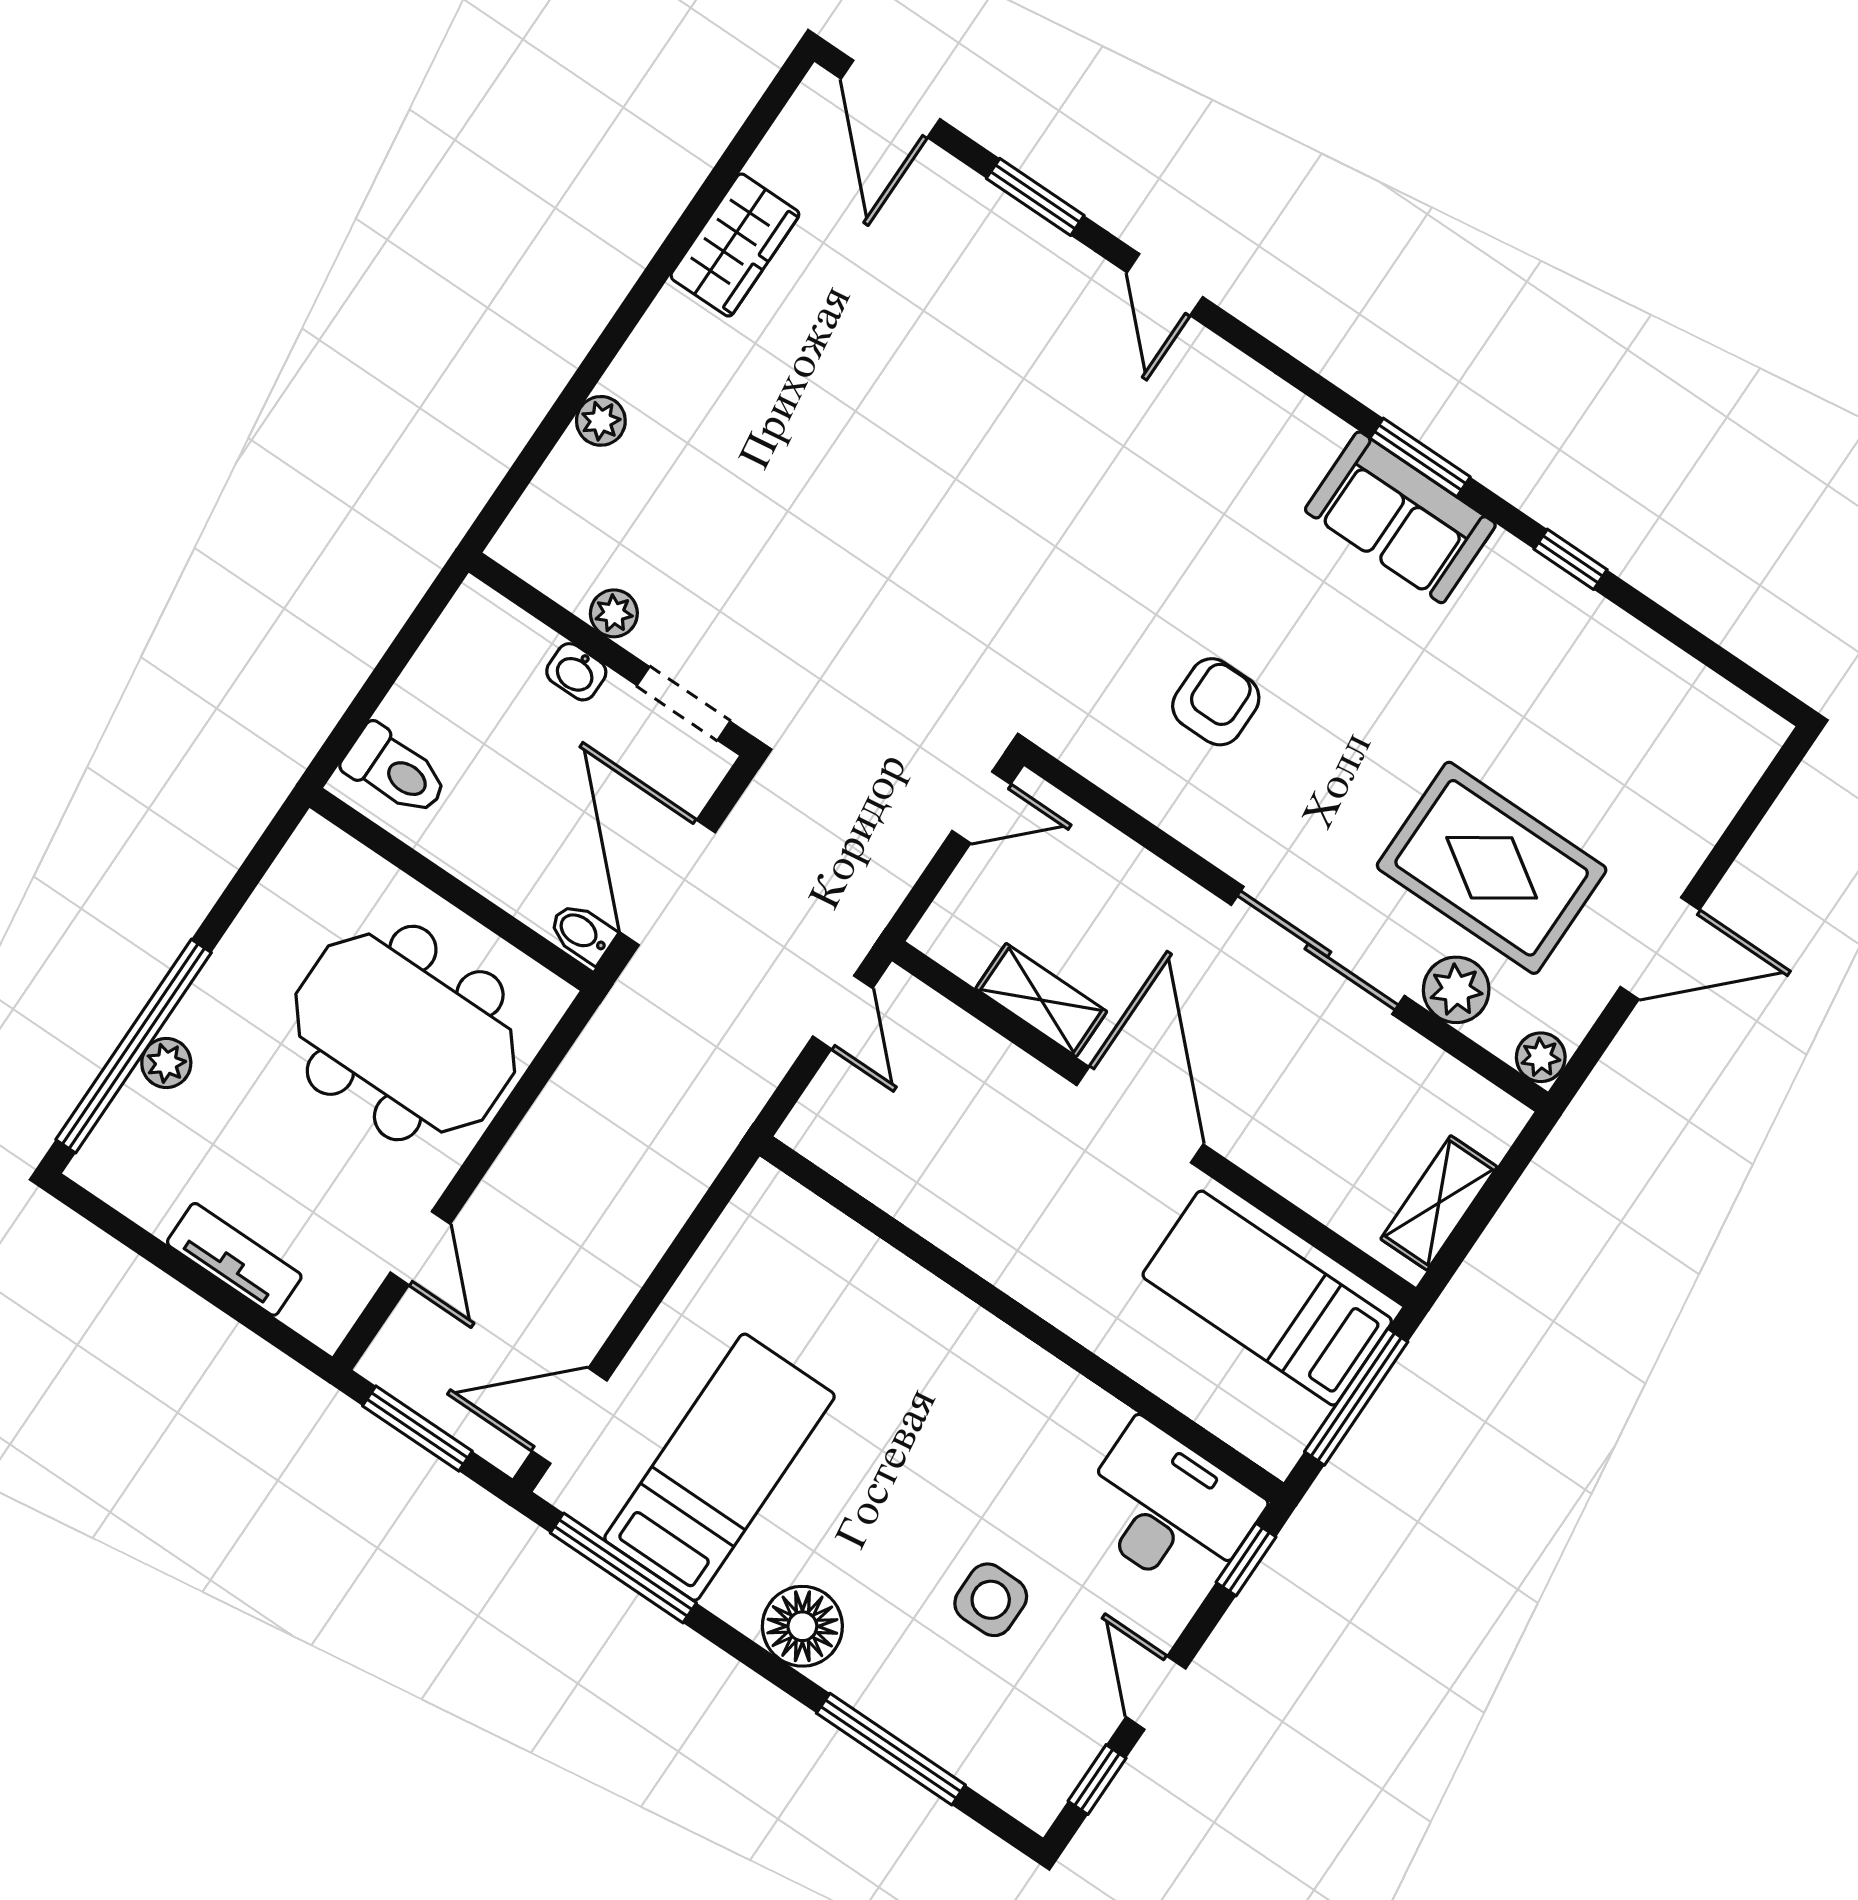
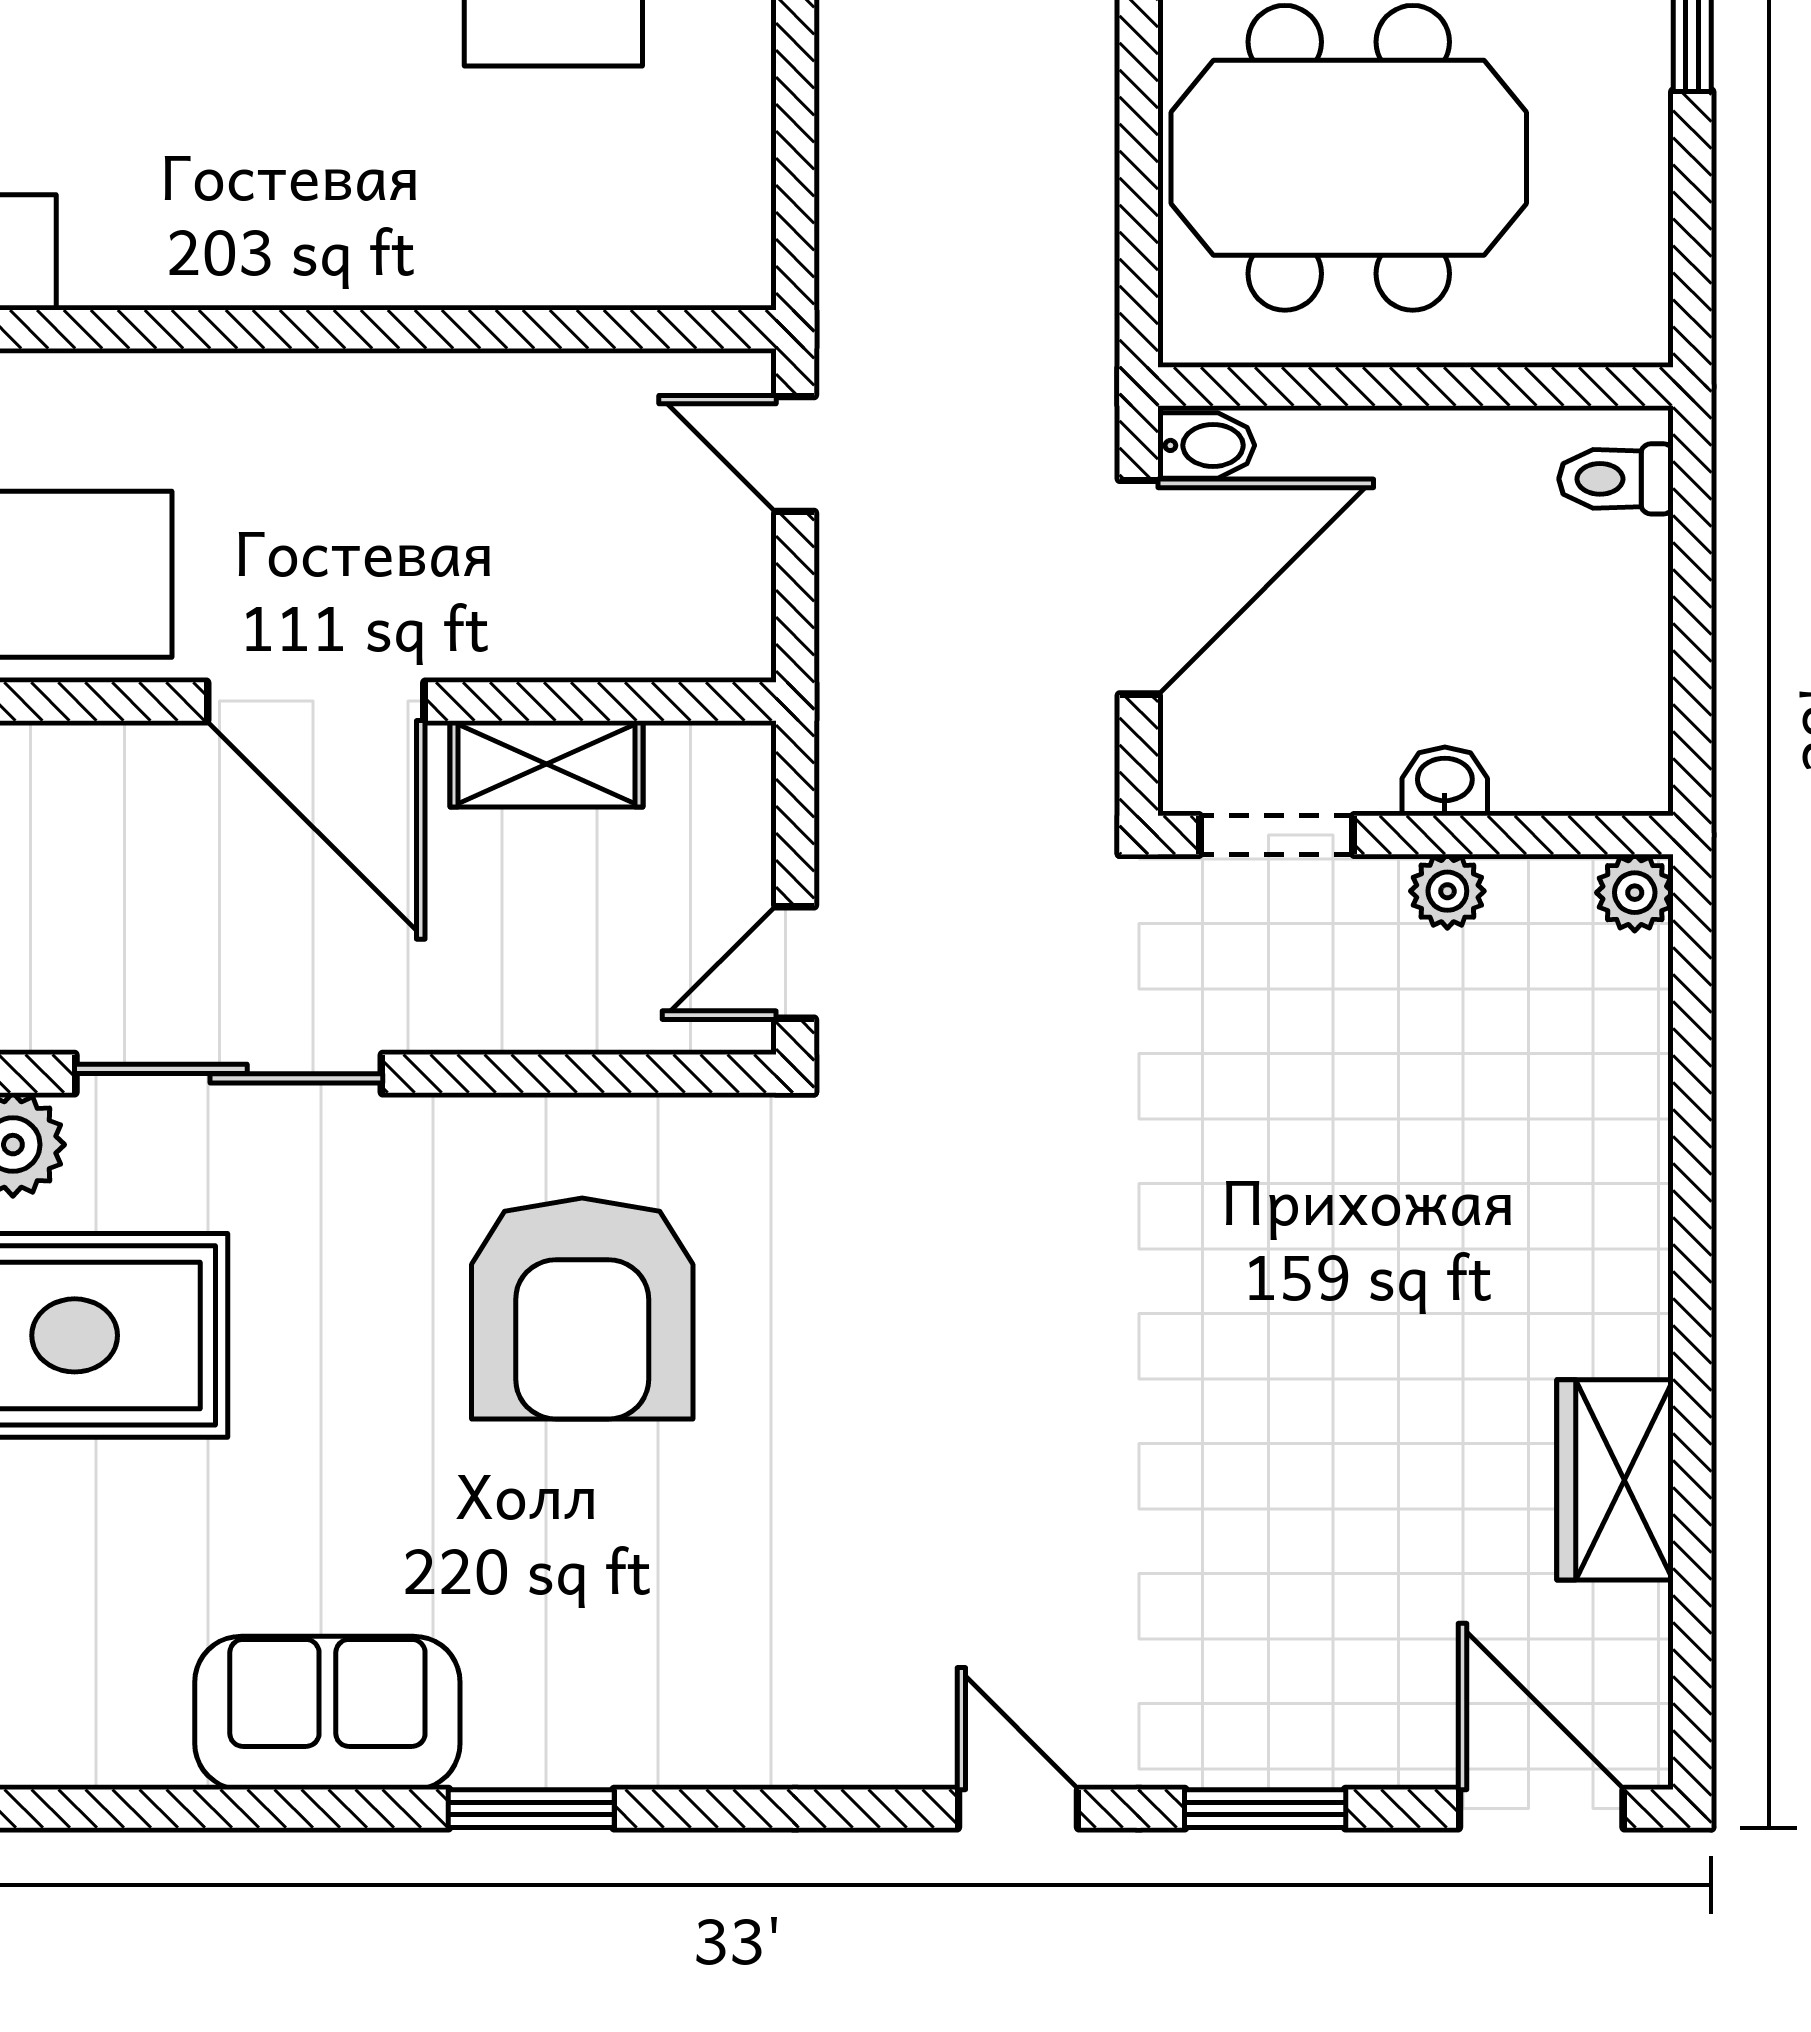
plant: (601, 421) -> (1635, 893), moved
sofa: (1400, 517) -> (327, 1713), moved
window: (1570, 559) -> (245, 1809), removed
armchair: (1216, 702) -> (582, 1308), width x1.88, depth x1.88
toilet: (395, 771) -> (1616, 479), width x0.73, depth x0.72
door: (668, 882) -> (1139, 587), hinge flipped
door: (843, 1012) -> (795, 454), moved

